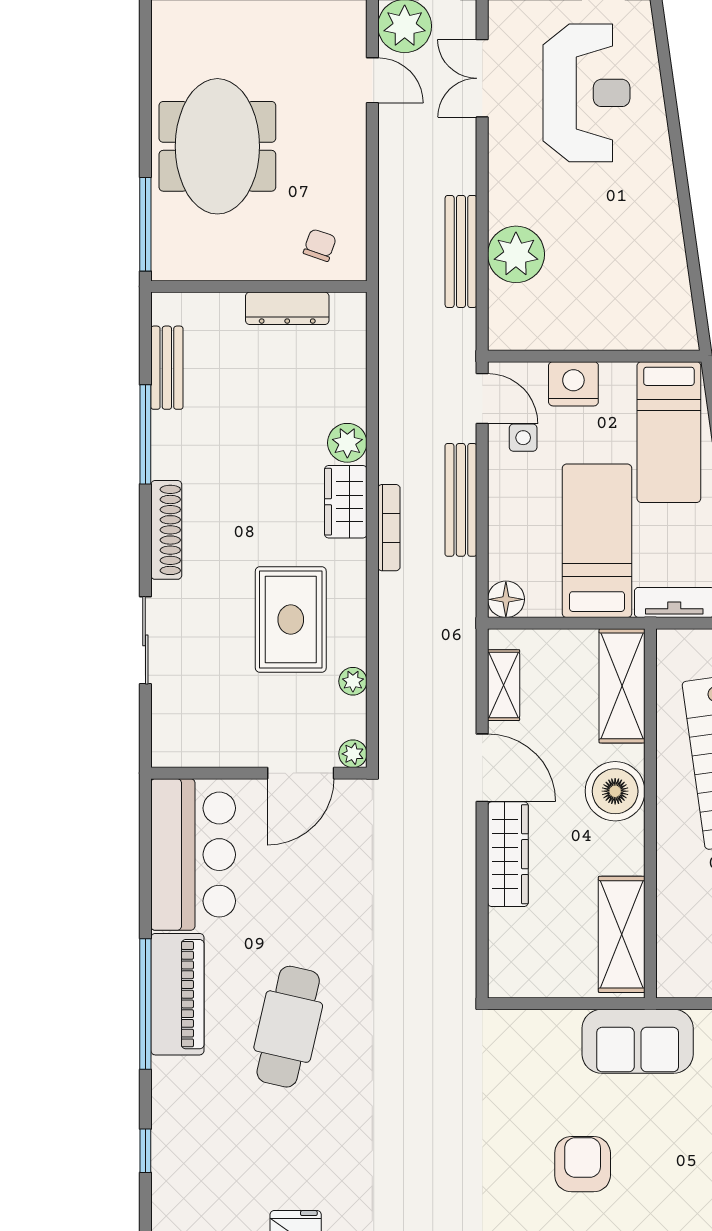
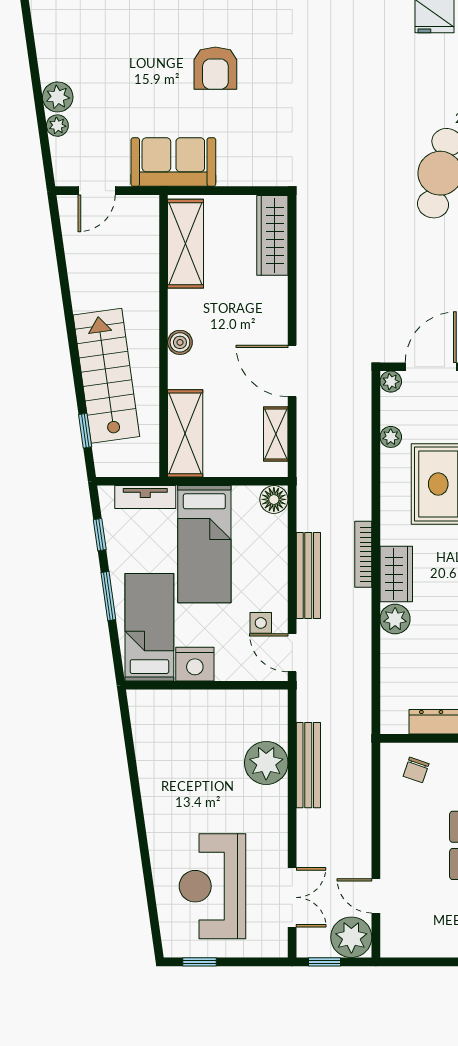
nightstand: (573, 384) -> (195, 664), moved
boiler: (615, 791) -> (180, 342), width x0.54, depth x0.54
wardrobe: (508, 854) -> (272, 235), moved

